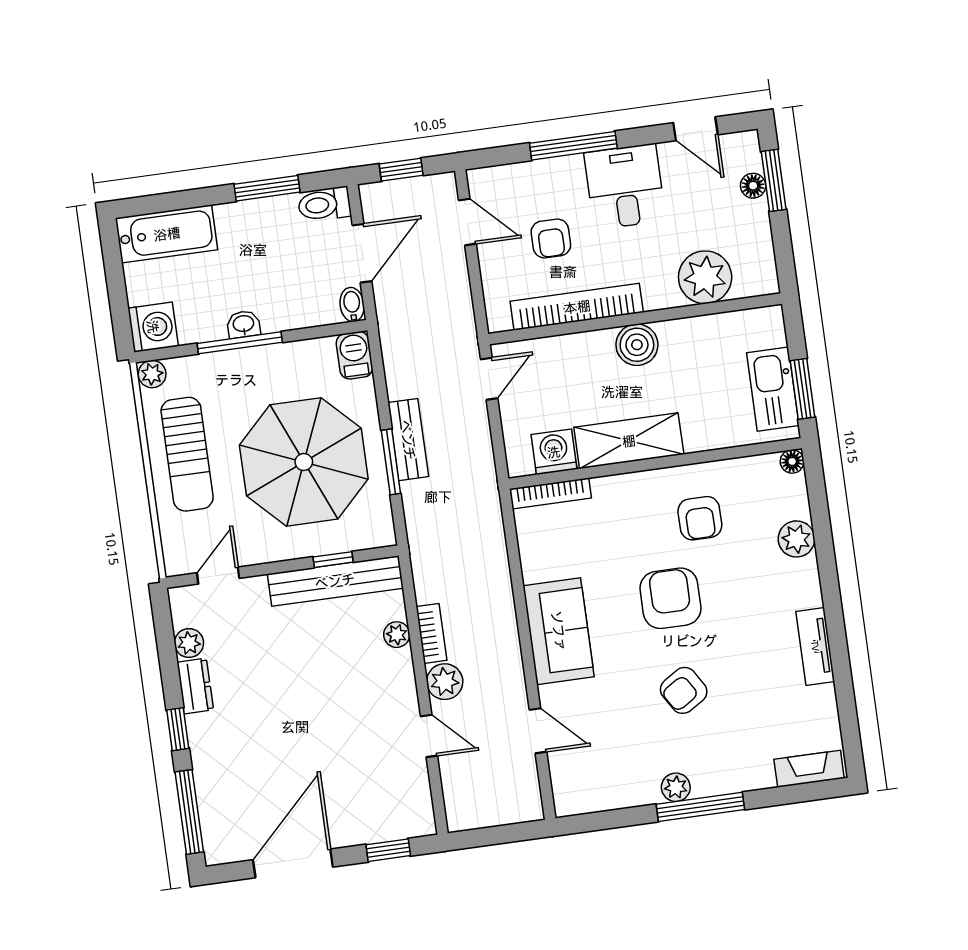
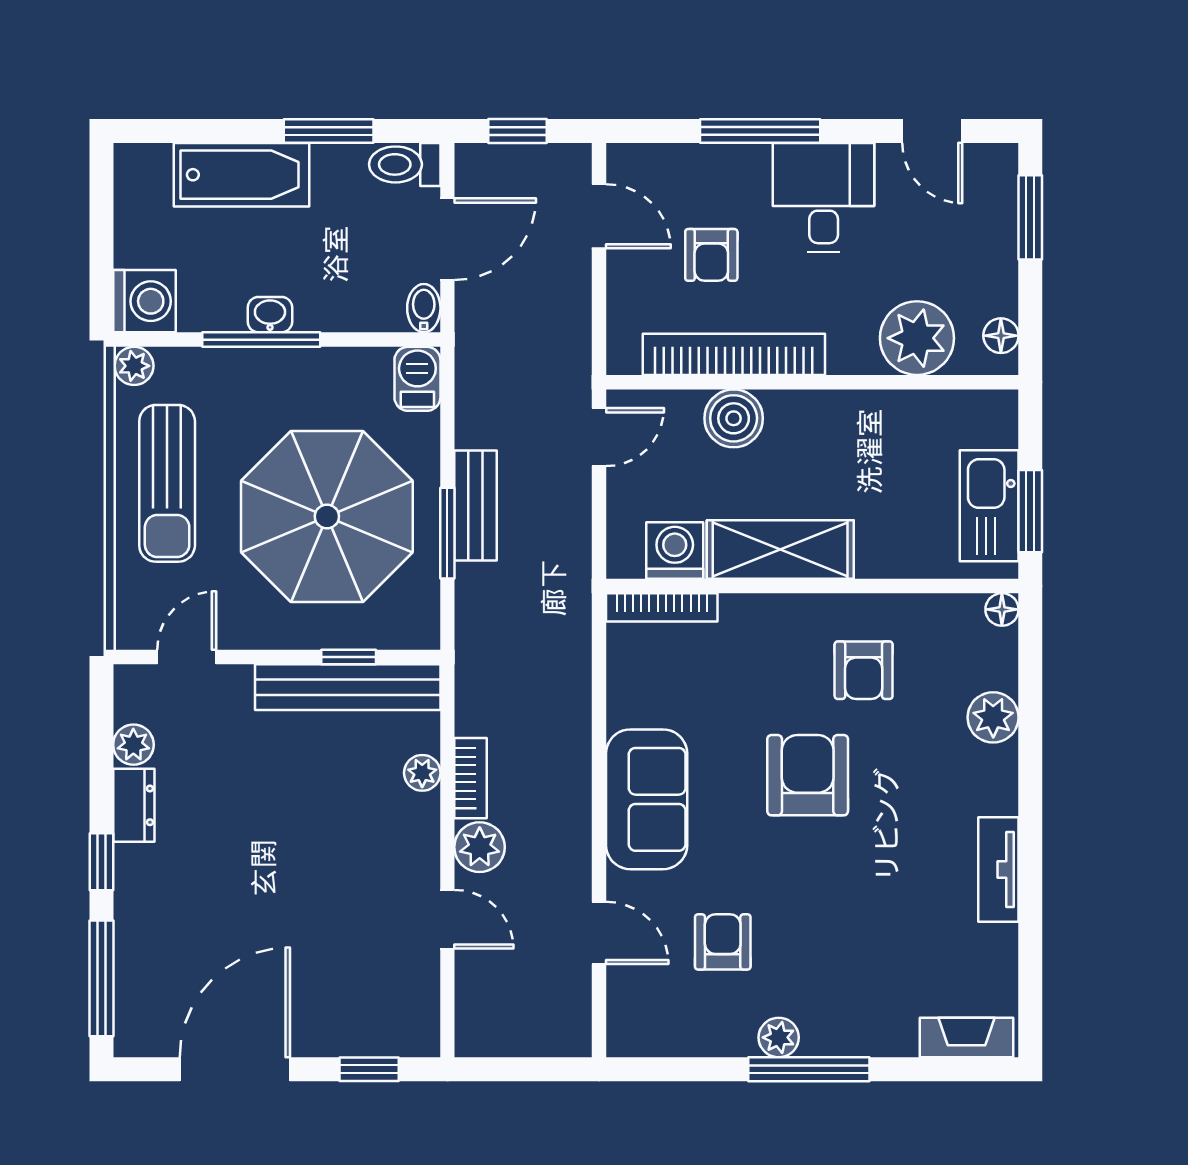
floor lamp: (753, 186) -> (1001, 336), moved
bathtub: (167, 234) -> (242, 175), moved
boiler: (637, 345) -> (734, 418), moved
armchair: (684, 690) -> (723, 942), moved, turned 122

